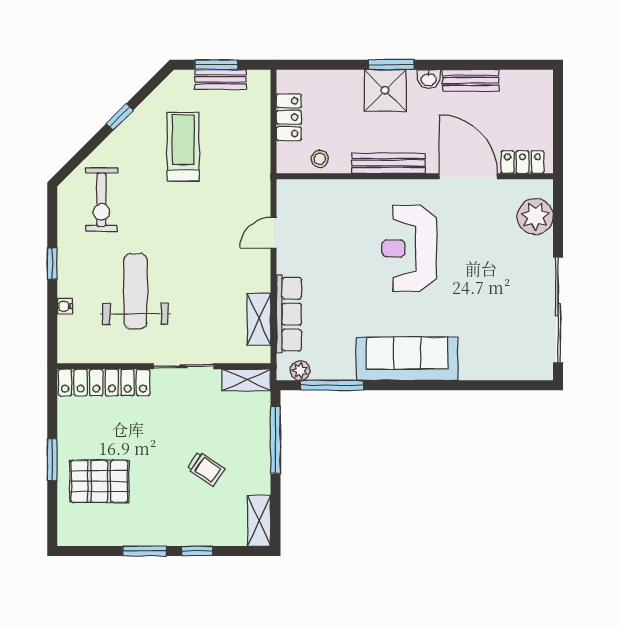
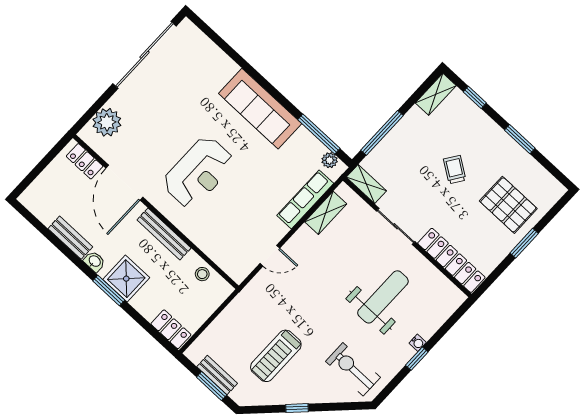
locker: (289, 117) -> (171, 329), moved, turned 90
exercise bike: (101, 200) -> (353, 369), turned -90
weight bench: (135, 291) -> (383, 297), turned 180
water cooler: (65, 306) -> (418, 343), moved
trolley: (206, 469) -> (455, 170), moved
window: (197, 551) -> (475, 97), moved

